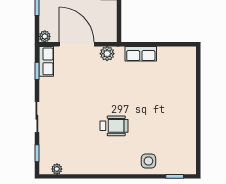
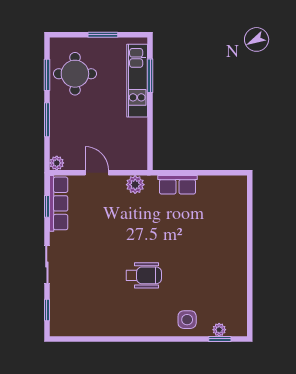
door: (77, 44) -> (97, 173), width x0.53
row of seats: (46, 61) -> (59, 203), width x1.48
plant: (57, 169) -> (219, 330), moved

